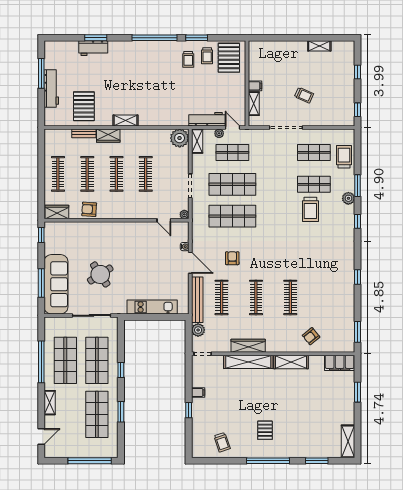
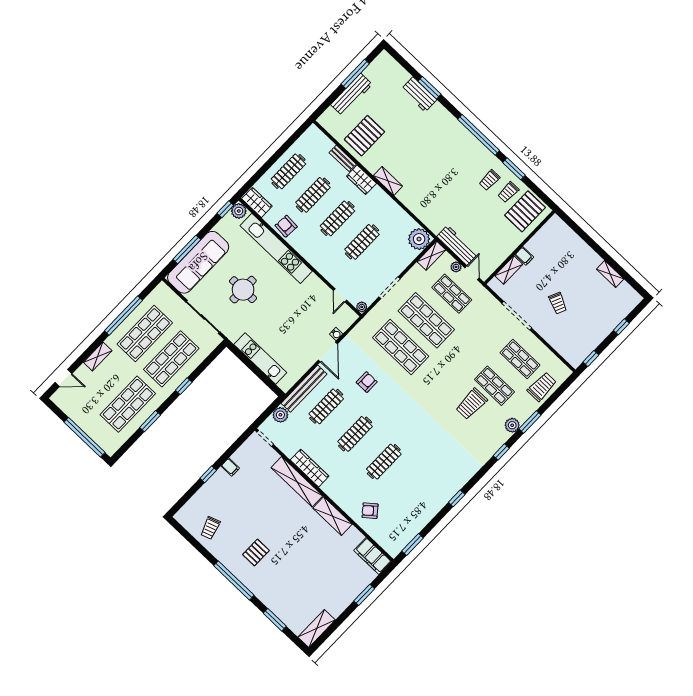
plant: (51, 228) -> (239, 211), added
kitchen unit: (96, 229) -> (276, 248), added
round table: (100, 274) -> (243, 290), turned 33

